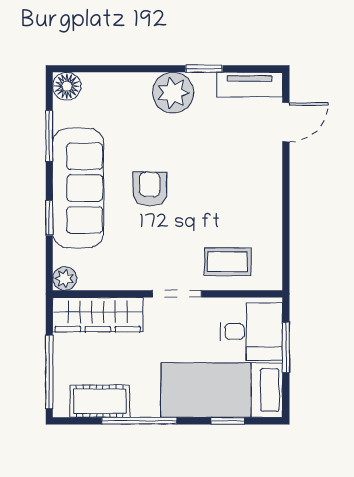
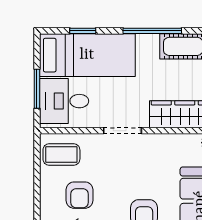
armchair: (232, 212) -> (79, 195), added
coffee table: (227, 262) -> (61, 155), moved

